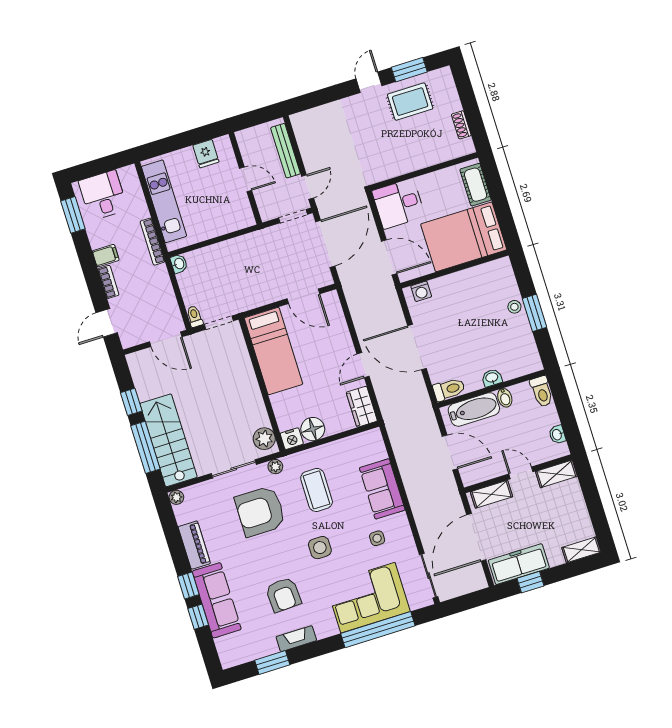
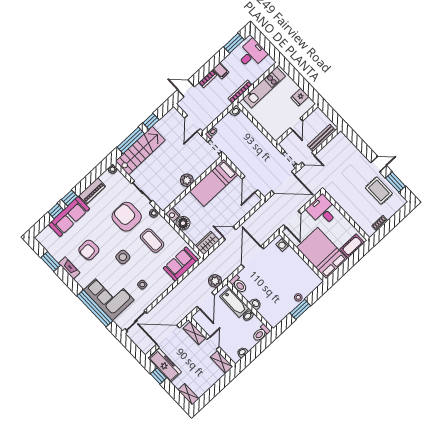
plant: (426, 423) -> (215, 281), added
plant: (264, 439) -> (187, 180), moved
sofa: (382, 489) -> (181, 264), moved
coffee table: (317, 490) -> (152, 241), turned 90

